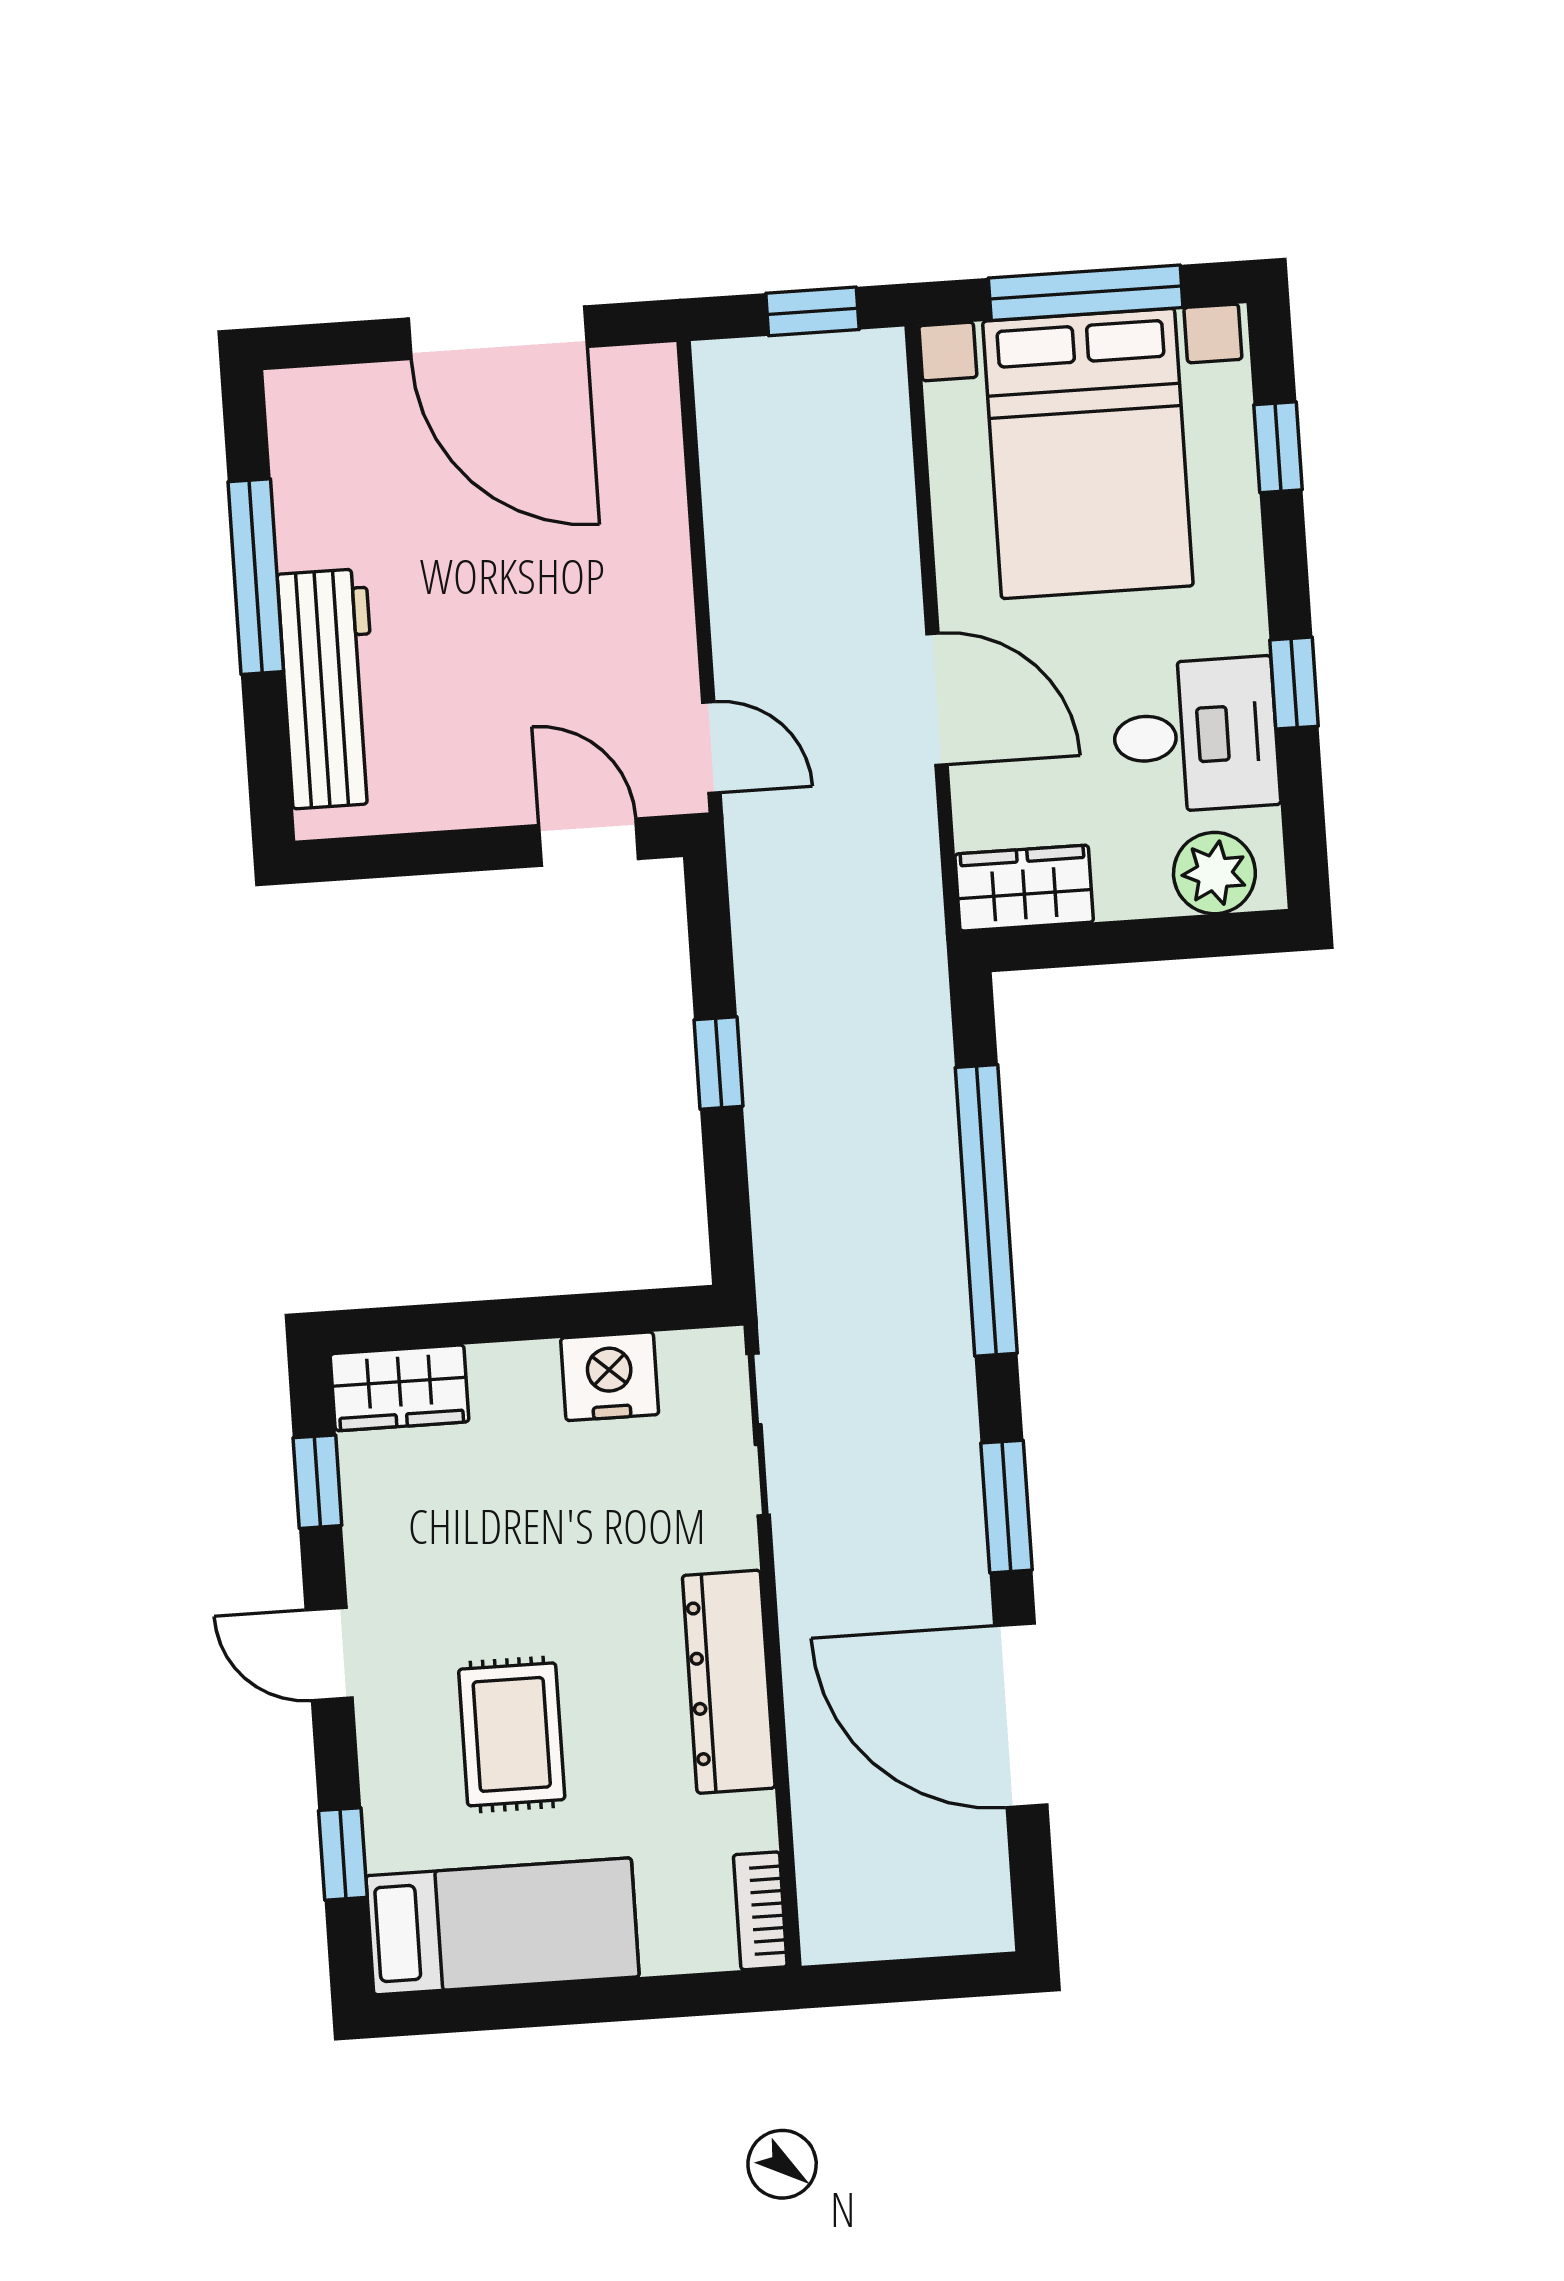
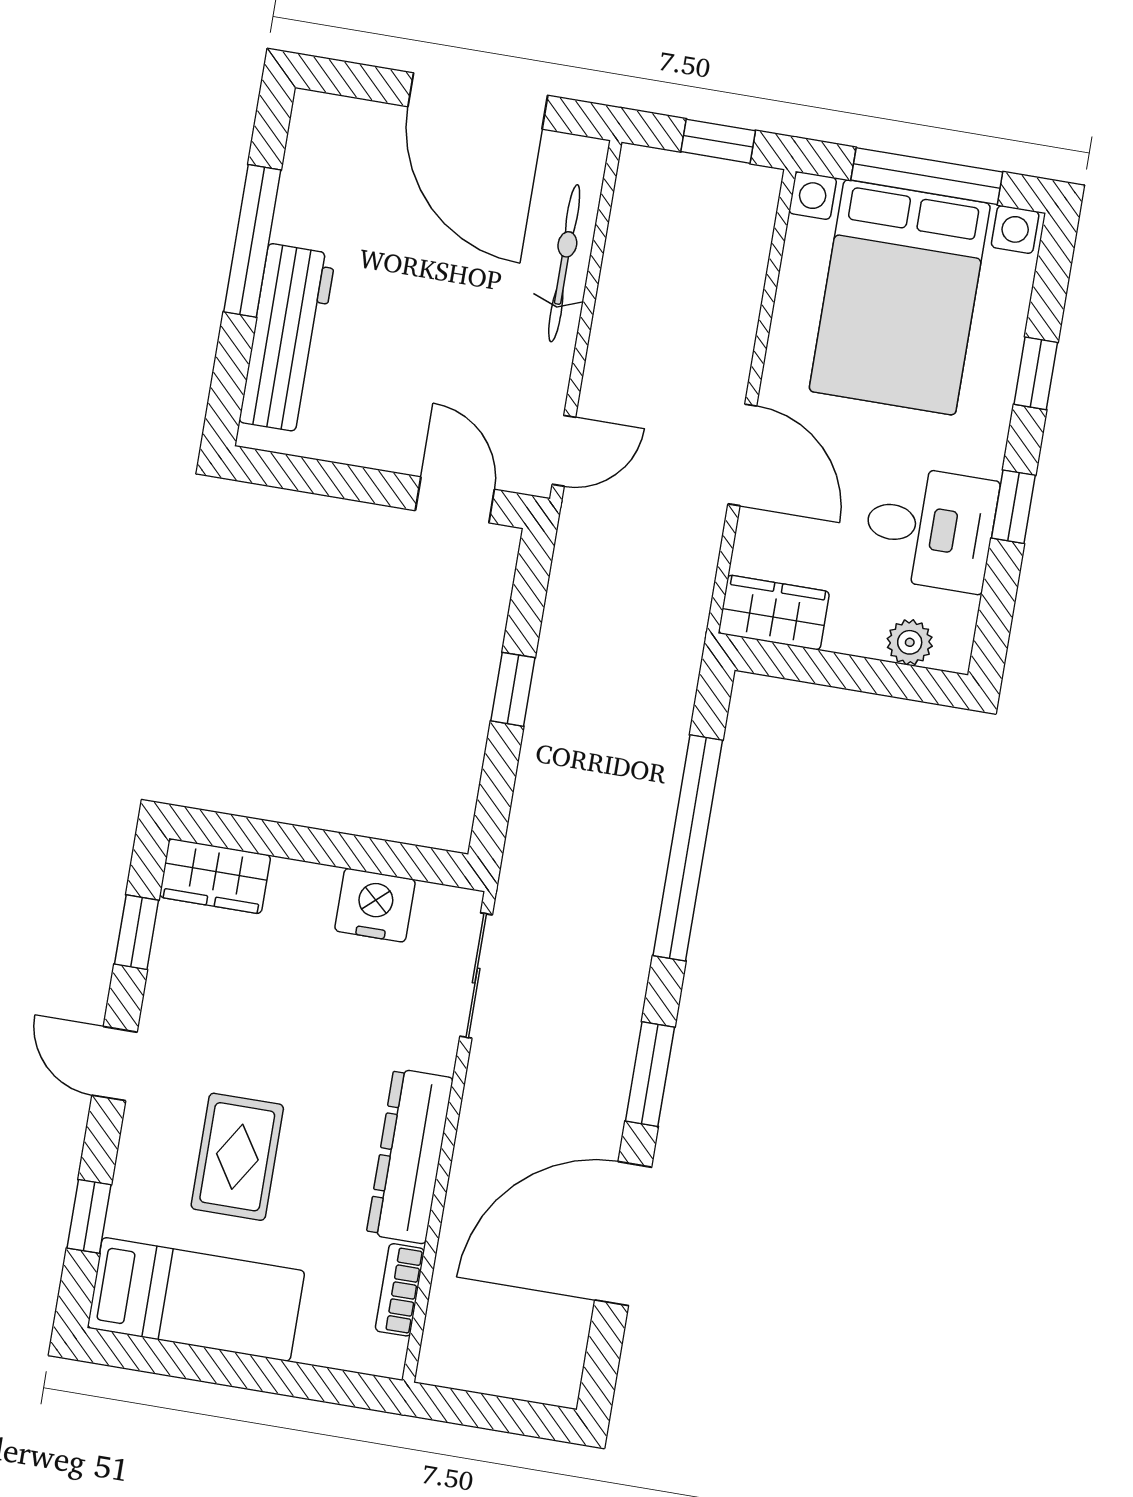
window: (1278, 447) -> (1036, 373), moved
bicycle: (655, 511) -> (564, 263), added
door: (711, 747) -> (564, 451), hinge flipped
plant: (1214, 873) -> (910, 642), width x0.73, depth x0.73
door: (1021, 1715) -> (623, 1234), hinge flipped
bookcase: (760, 1911) -> (400, 1290), moved

